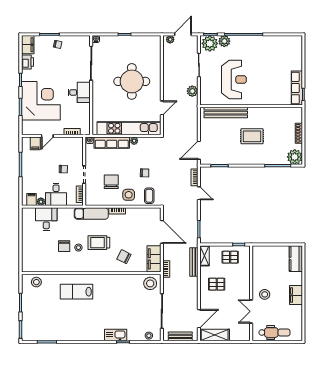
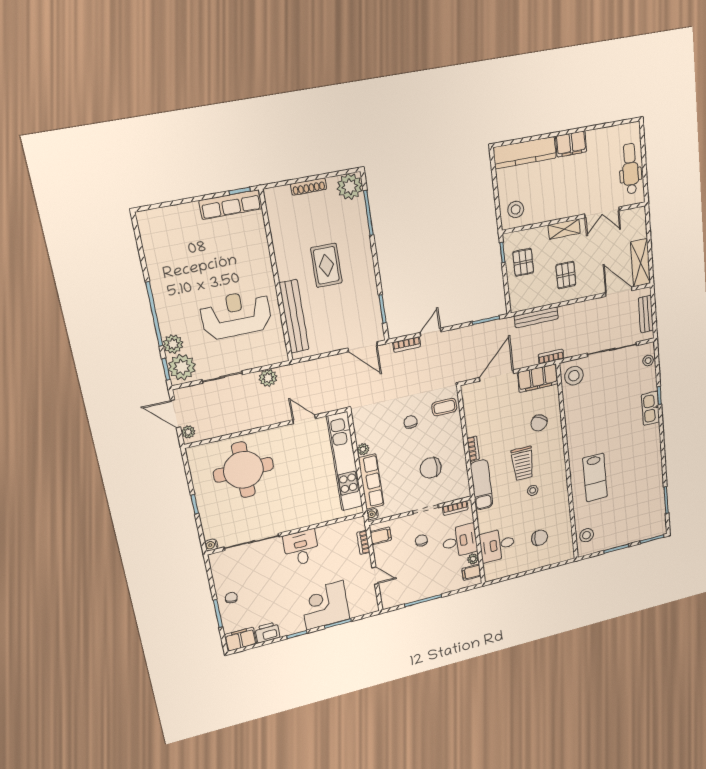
round table: (132, 81) -> (243, 470), moved
corner desk: (41, 101) -> (325, 605), width x0.74, depth x0.74
filing cabinet: (35, 143) -> (381, 536), moved
side table: (129, 195) -> (447, 438), removed
chair: (64, 246) -> (540, 538), moved
shelving: (204, 256) -> (564, 229), moved
kitchen counter: (296, 259) -> (525, 153), width x1.50
stool: (265, 294) -> (516, 209), moved

